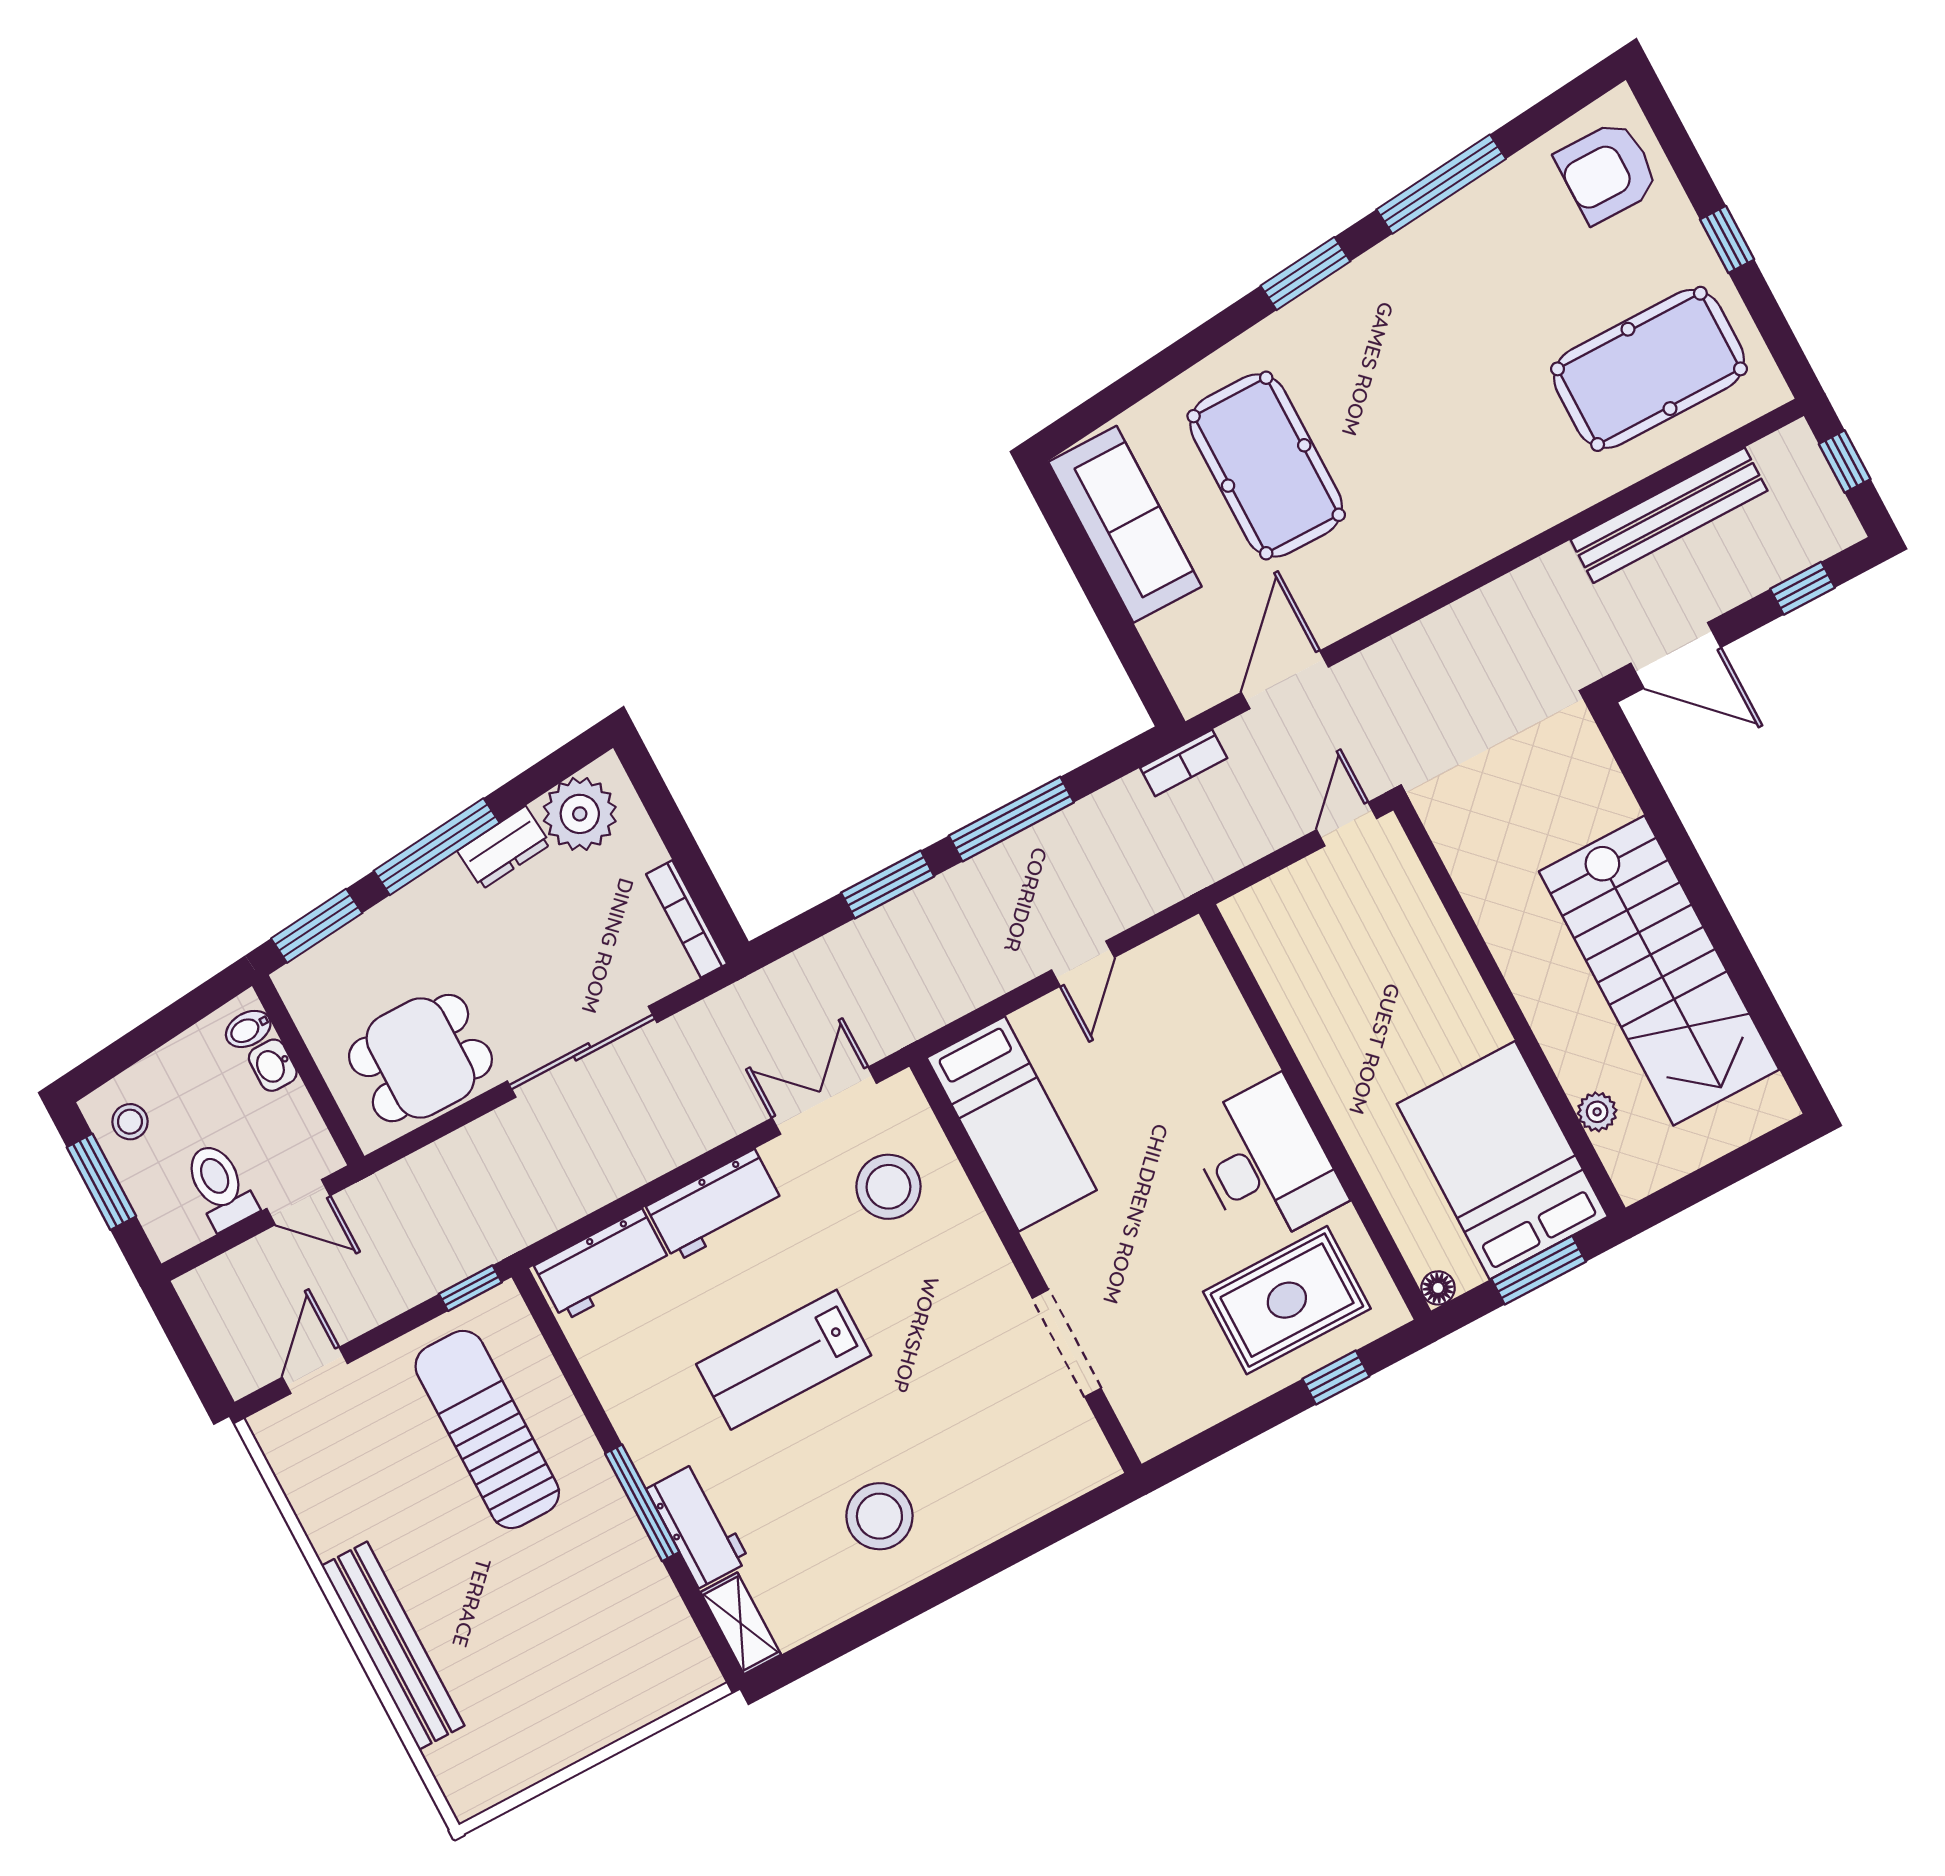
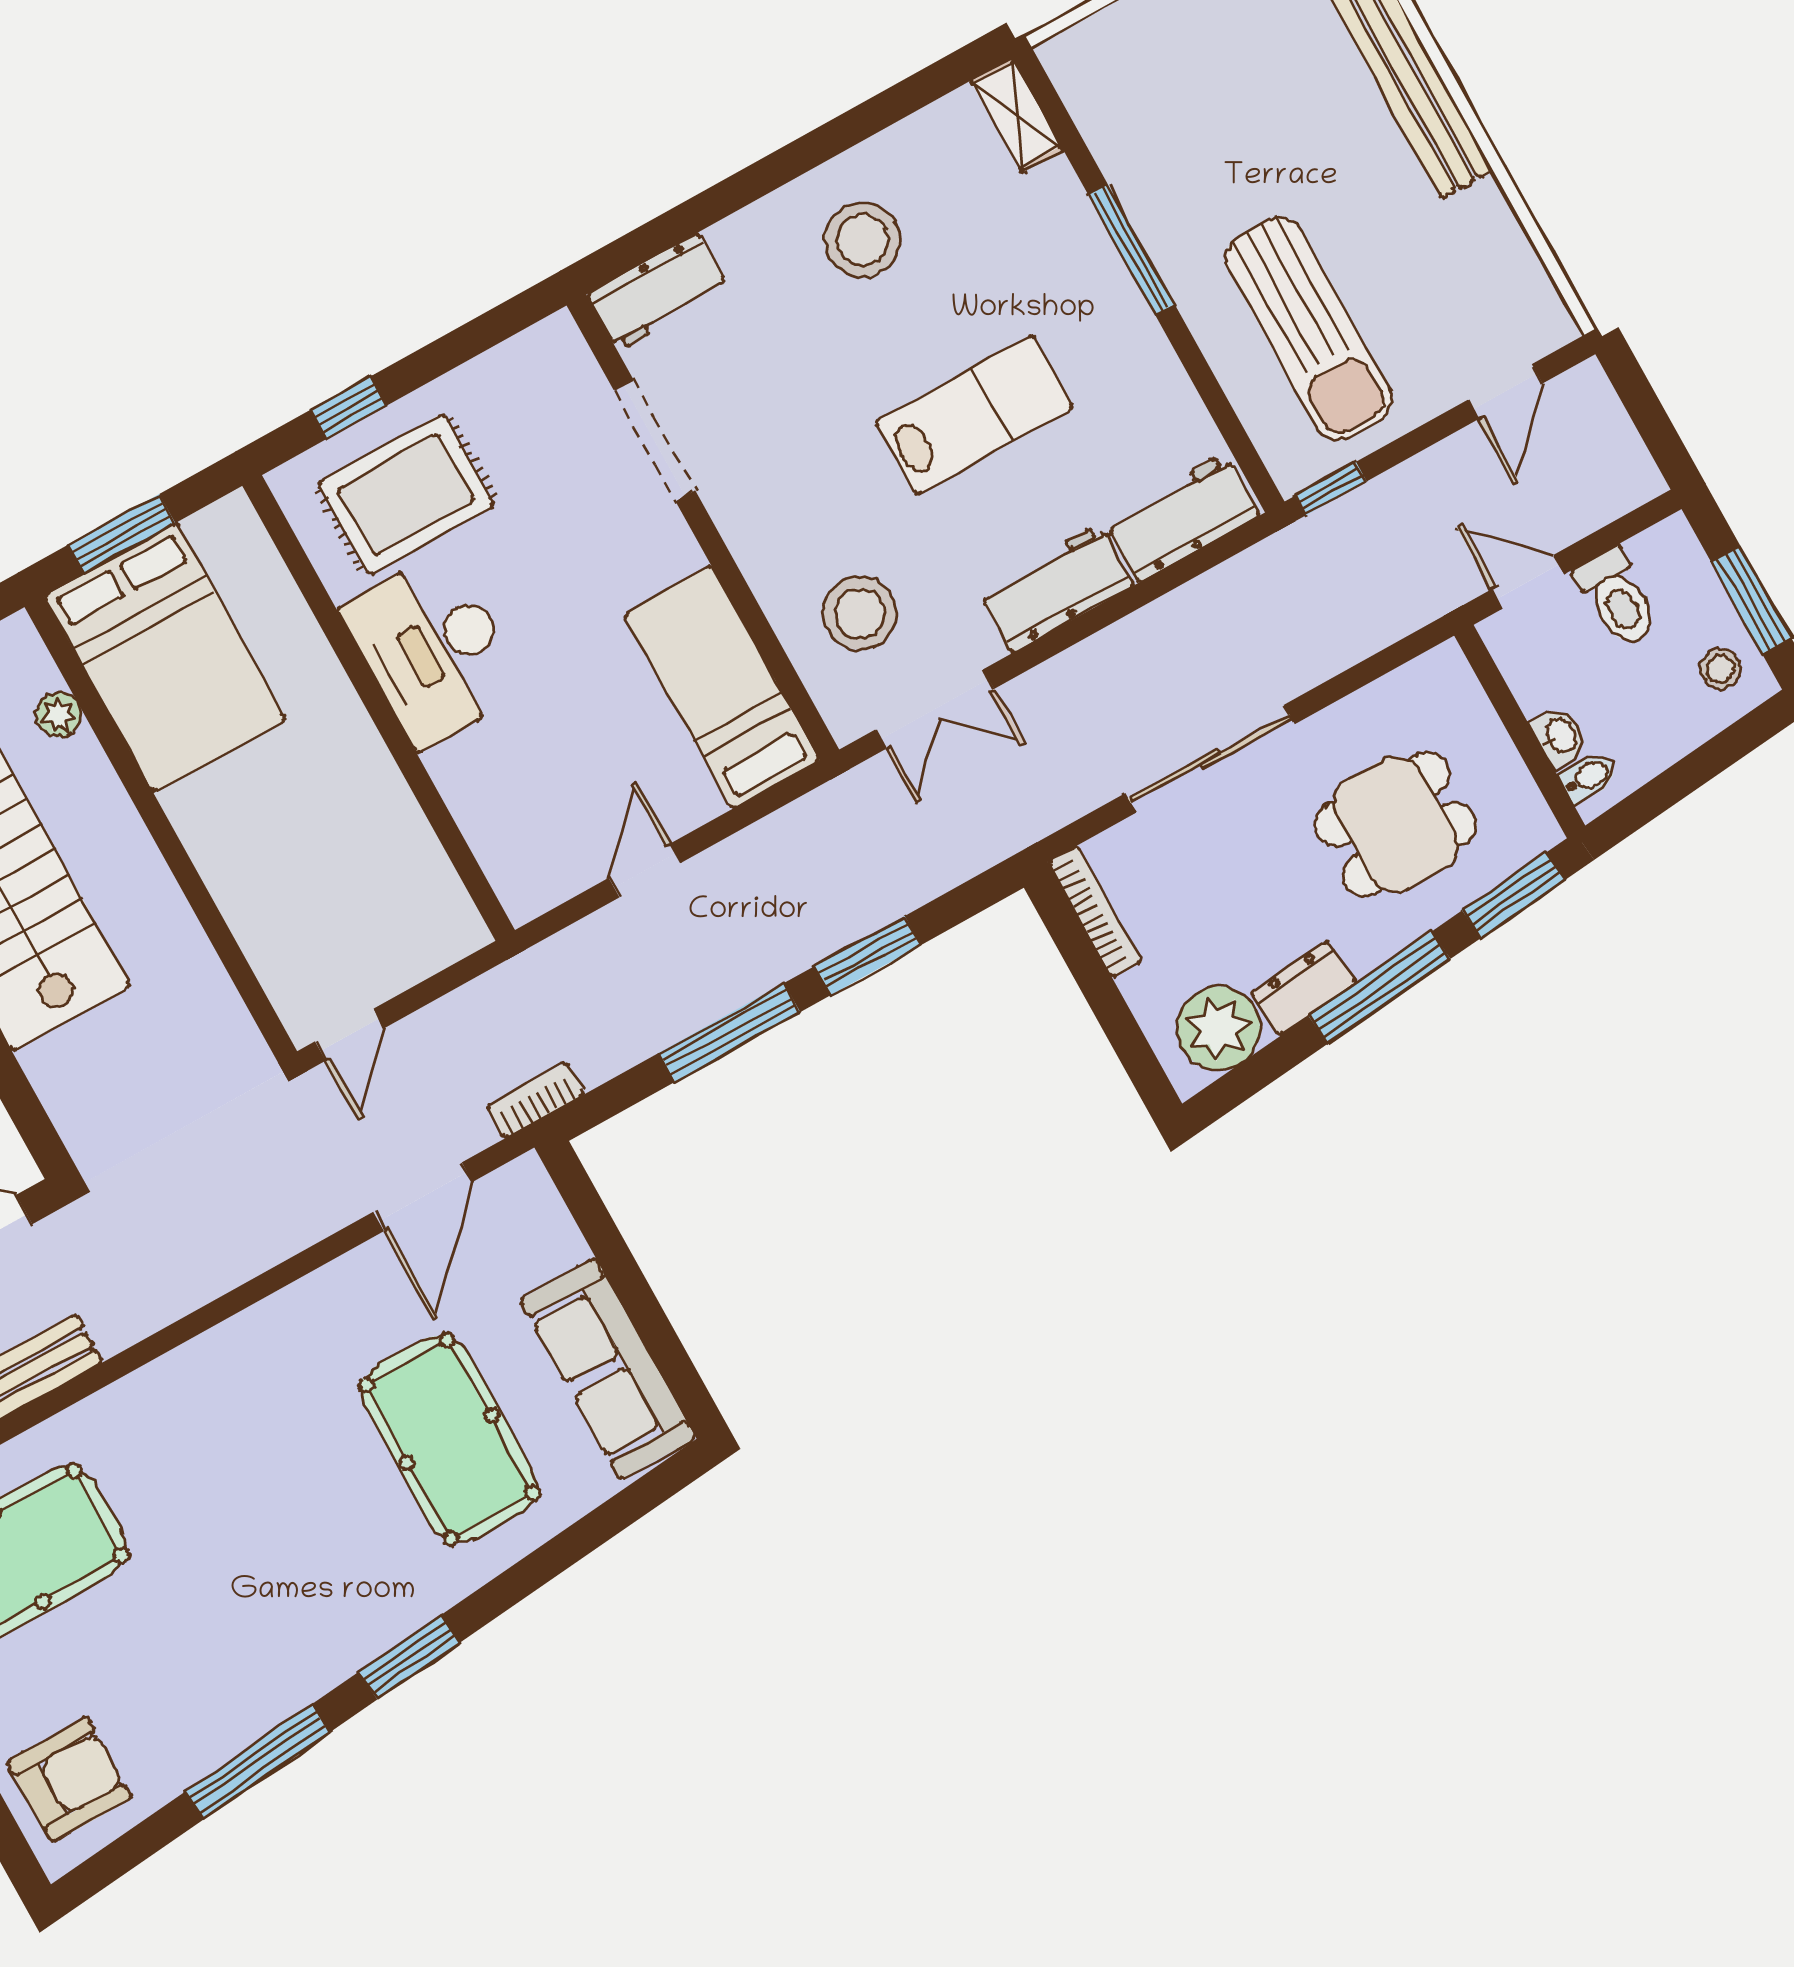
dining table: (420, 1058) -> (1396, 825), moved
floor lamp: (1438, 1288) -> (235, 512), removed
workbench: (698, 1525) -> (658, 292), moved, turned -90

